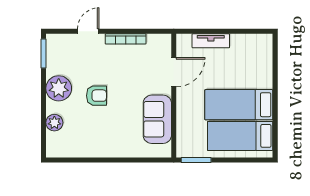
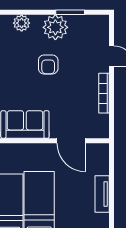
tv unit: (211, 41) -> (102, 194), moved
window: (44, 53) -> (70, 12), moved

